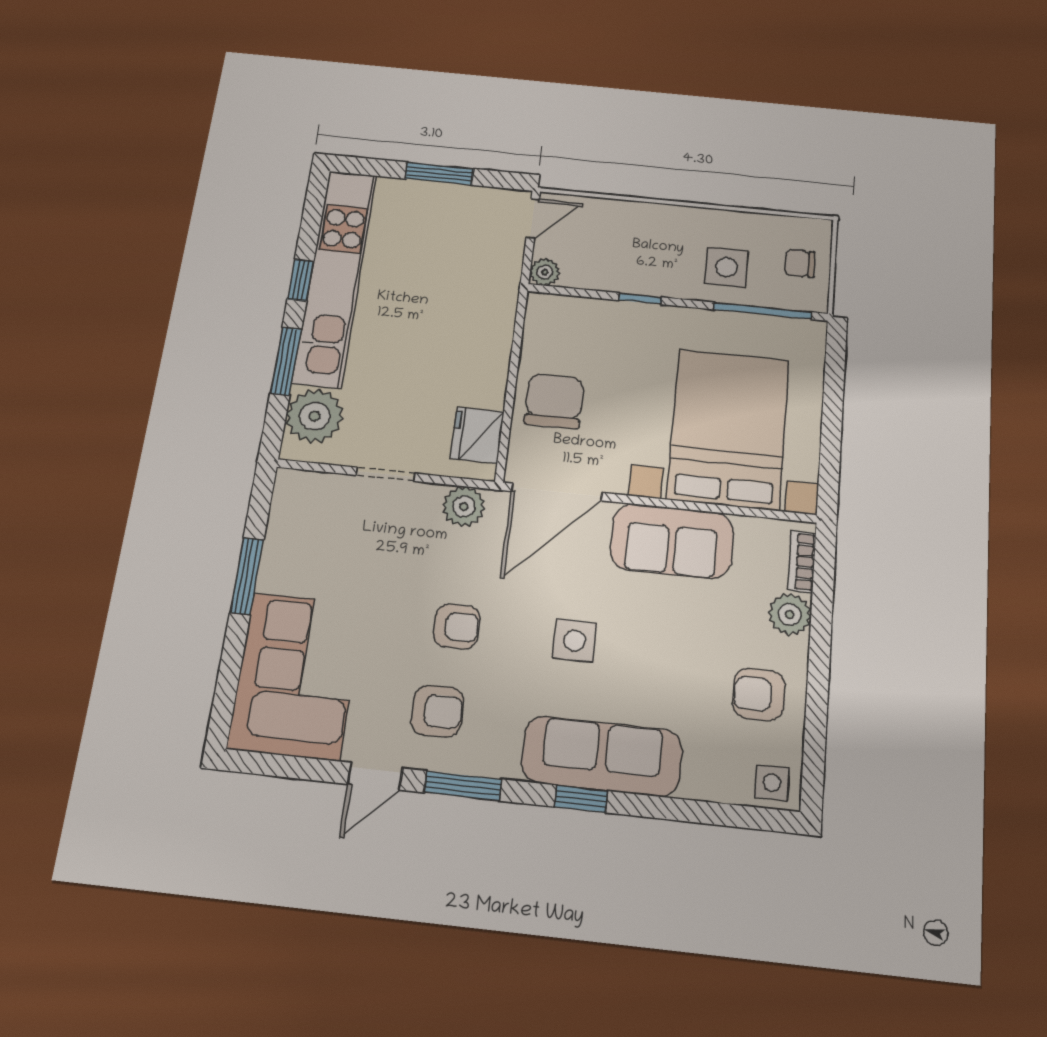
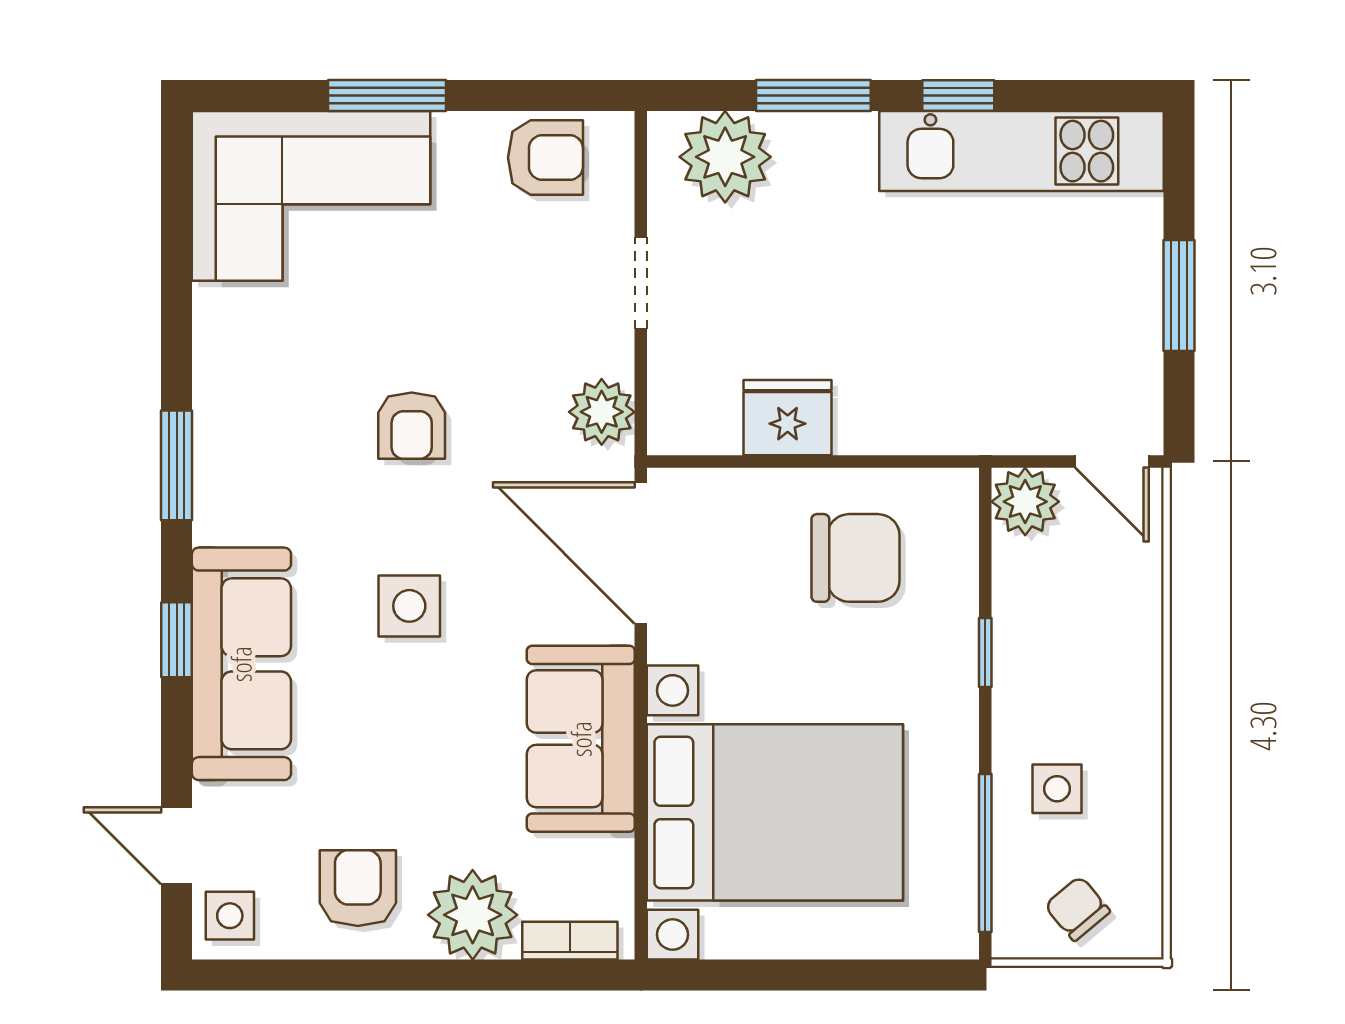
chair: (800, 263) -> (1077, 908), turned -40
side table: (726, 267) -> (1057, 789), width x0.73, depth x0.73
plant: (545, 272) -> (1025, 502), width x1.38, depth x1.38
kitchen unit: (335, 277) -> (1021, 151), width x0.73
chair: (554, 401) -> (855, 558), moved
fridge: (477, 435) -> (788, 418), moved
window: (247, 576) -> (387, 96), moved
plant: (790, 614) -> (473, 915), width x1.36, depth x1.36
armchair: (437, 711) -> (545, 158), moved, turned -89
door: (375, 776) -> (177, 846), moved

